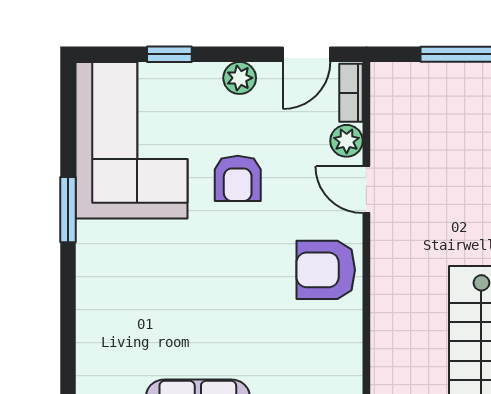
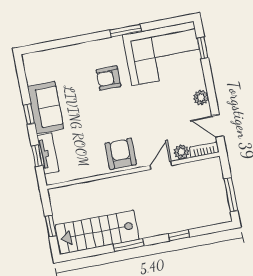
window: (169, 54) -> (203, 48), moved
armchair: (238, 178) -> (108, 78), moved

